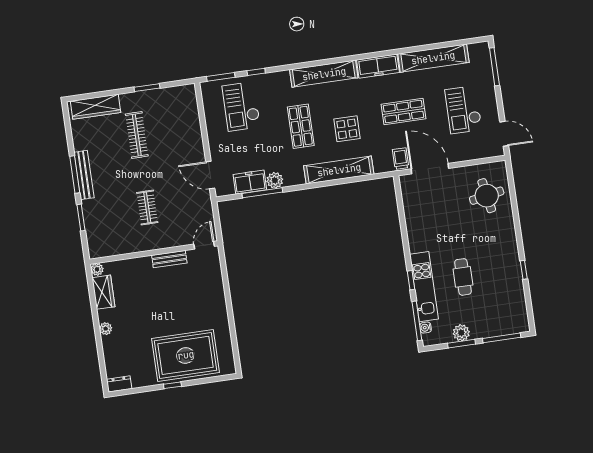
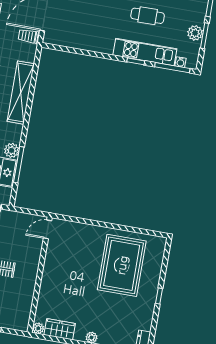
door: (204, 245) -> (48, 229), hinge flipped
bench: (169, 259) -> (50, 263), removed
rug: (186, 355) -> (122, 265), moved

